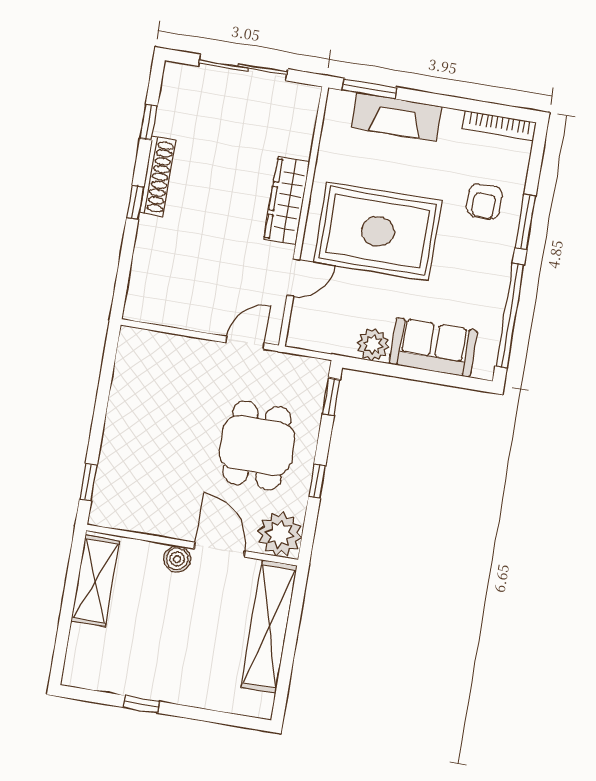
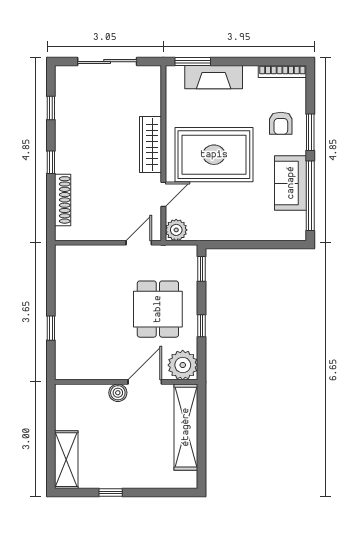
shoe rack: (157, 177) -> (63, 200), moved
plant: (373, 345) -> (176, 230), moved
sofa: (433, 347) -> (291, 183), moved, turned -90
window: (88, 482) -> (51, 328), moved
door: (219, 550) -> (145, 382), hinge flipped
shelving: (95, 581) -> (66, 460), moved

